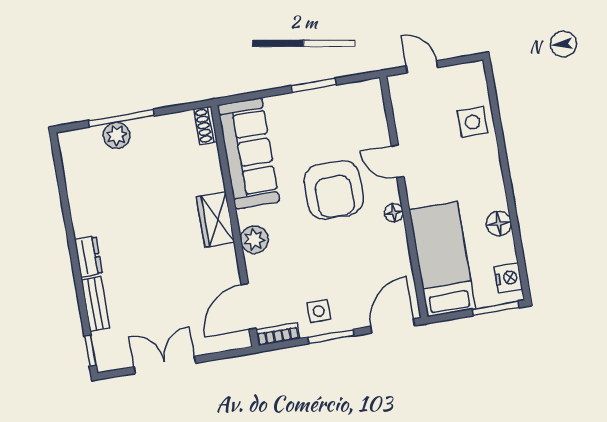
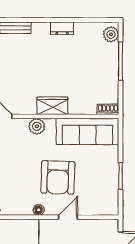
plant: (117, 135) -> (111, 34), moved
armchair: (334, 190) -> (58, 177), turned -88
dresser: (88, 257) -> (62, 28), moved

